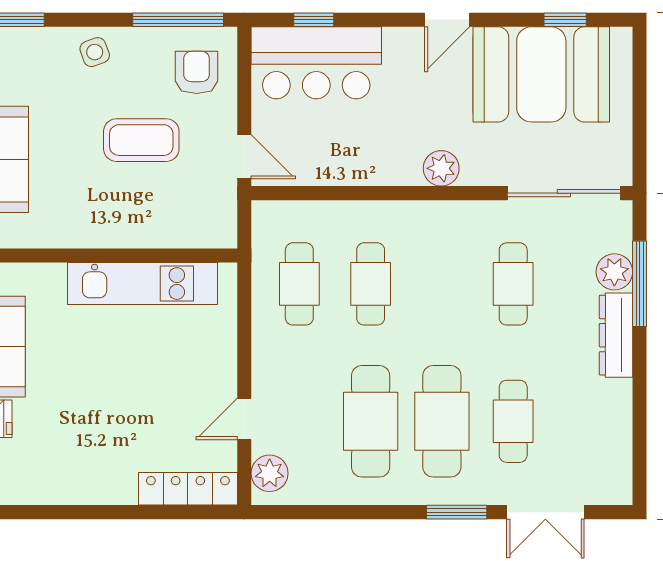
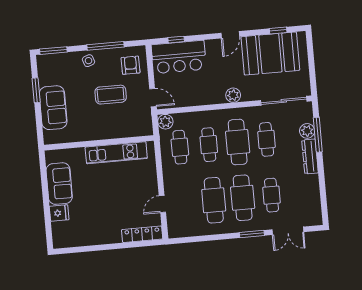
window: (178, 20) -> (106, 46), moved
cafe table: (442, 284) -> (238, 142), added
plant: (270, 473) -> (165, 122), moved

